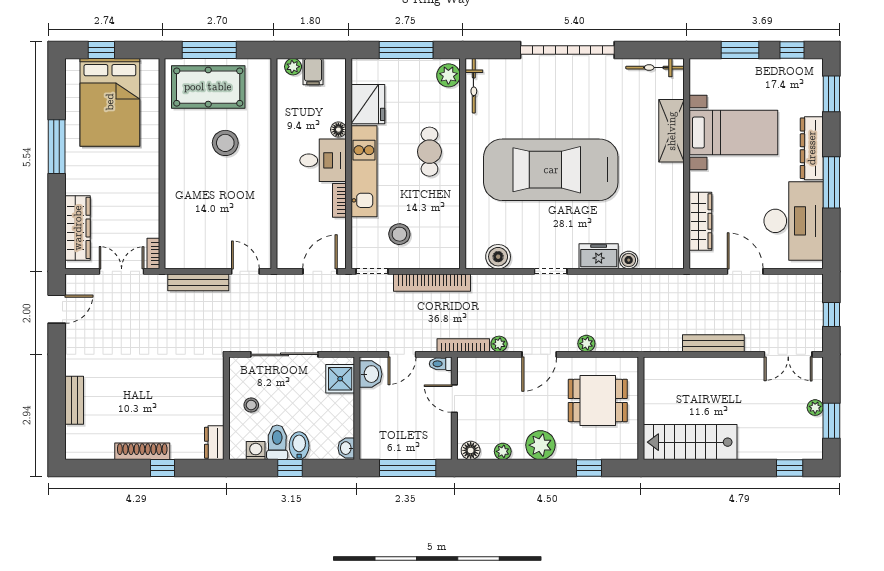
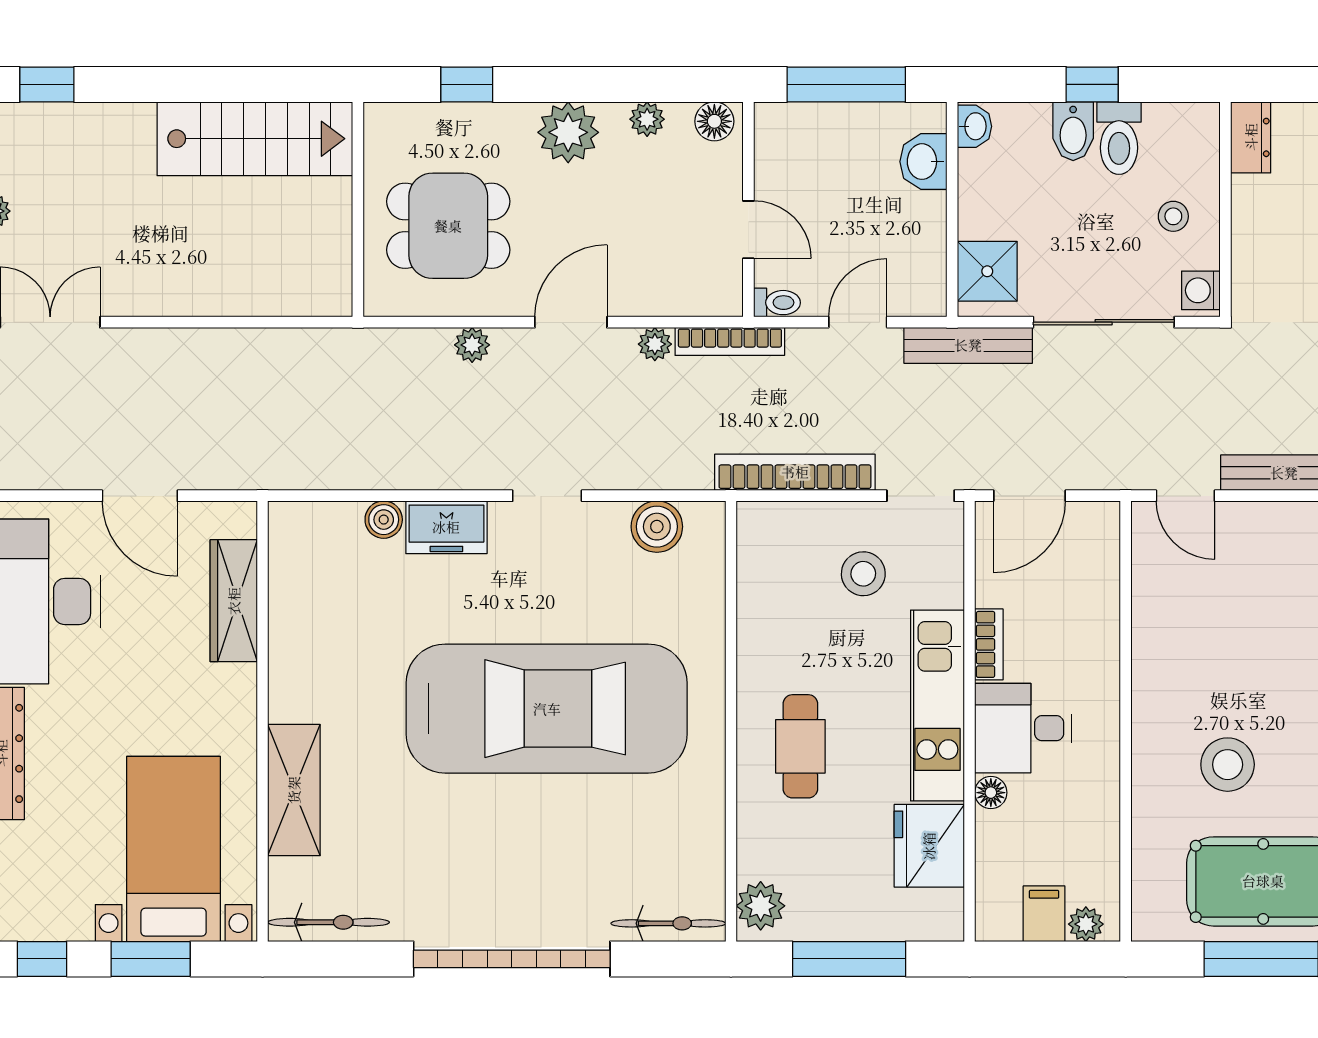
bicycle: (474, 86) -> (668, 923), moved, turned 90
bed with nightstands: (733, 132) -> (174, 849), moved, turned 90
bench: (713, 343) -> (968, 345), moved
washbasin: (371, 374) -> (923, 162), moved
washing machine: (256, 450) -> (1201, 290), moved, turned 90

